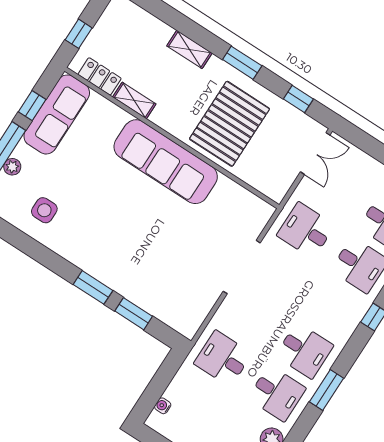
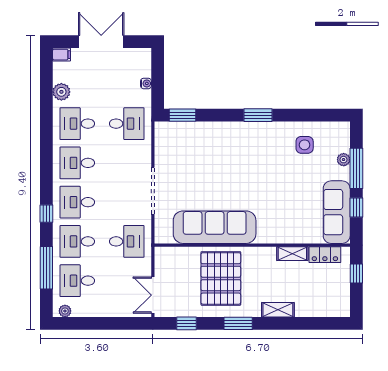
sofa: (166, 162) -> (215, 227), moved
window: (93, 287) -> (258, 115), moved
desk: (332, 308) -> (77, 202), added
window: (134, 314) -> (182, 115), moved
window: (327, 390) -> (46, 147), removed
water cooler: (163, 406) -> (146, 83), moved

